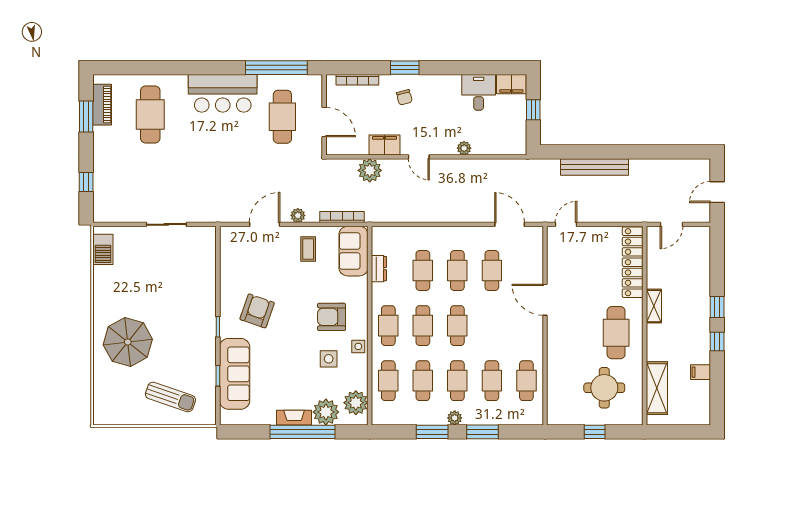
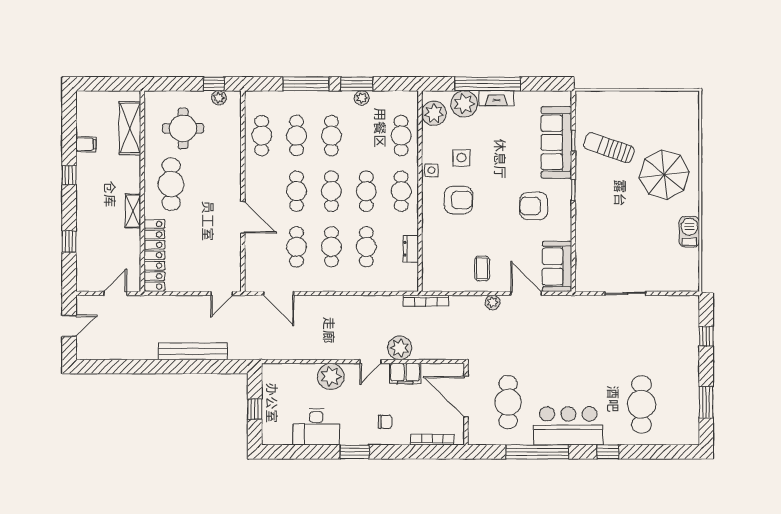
window: (184, 68) -> (608, 452), added
window: (276, 68) -> (537, 452), moved
window: (405, 68) -> (355, 452), moved
filing cabinet: (511, 84) -> (277, 435), removed
desk: (479, 92) -> (316, 427), width x1.37
chair: (404, 97) -> (385, 422), turned 104
piano: (102, 105) -> (690, 414), removed
door: (324, 122) -> (466, 397), width x1.36
plant: (464, 148) -> (331, 376), width x1.88, depth x1.88
door: (419, 157) -> (370, 362), swing flipped
plant: (370, 170) -> (400, 348), moved
bookcase: (342, 217) -> (426, 301), moved
door: (265, 224) -> (526, 293), swing flipped
barbecue: (103, 249) -> (689, 232), moved
sofa: (353, 251) -> (557, 266), moved, turned 180
window: (717, 307) -> (69, 242), moved
armchair: (257, 311) -> (534, 206), turned 71
cafe table: (423, 381) -> (297, 191), moved
sun lounger: (170, 397) -> (609, 148), moved
plant: (455, 418) -> (362, 98), moved
plant: (569, 418) -> (219, 98), added
window: (483, 432) -> (306, 84), width x1.44
window: (595, 432) -> (214, 84), moved

